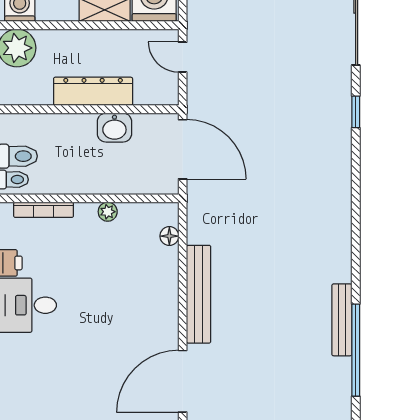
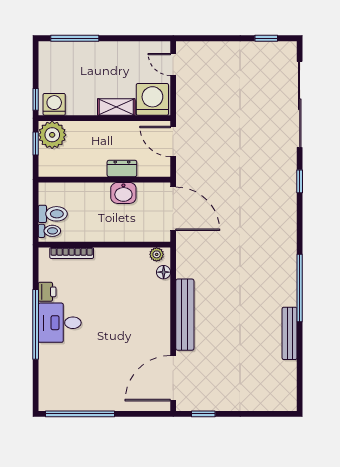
door: (183, 57) -> (173, 141), width x1.38
dresser: (93, 91) -> (122, 168), width x0.51, depth x0.80
plant: (108, 212) -> (157, 254), moved
window: (356, 350) -> (300, 288), moved

